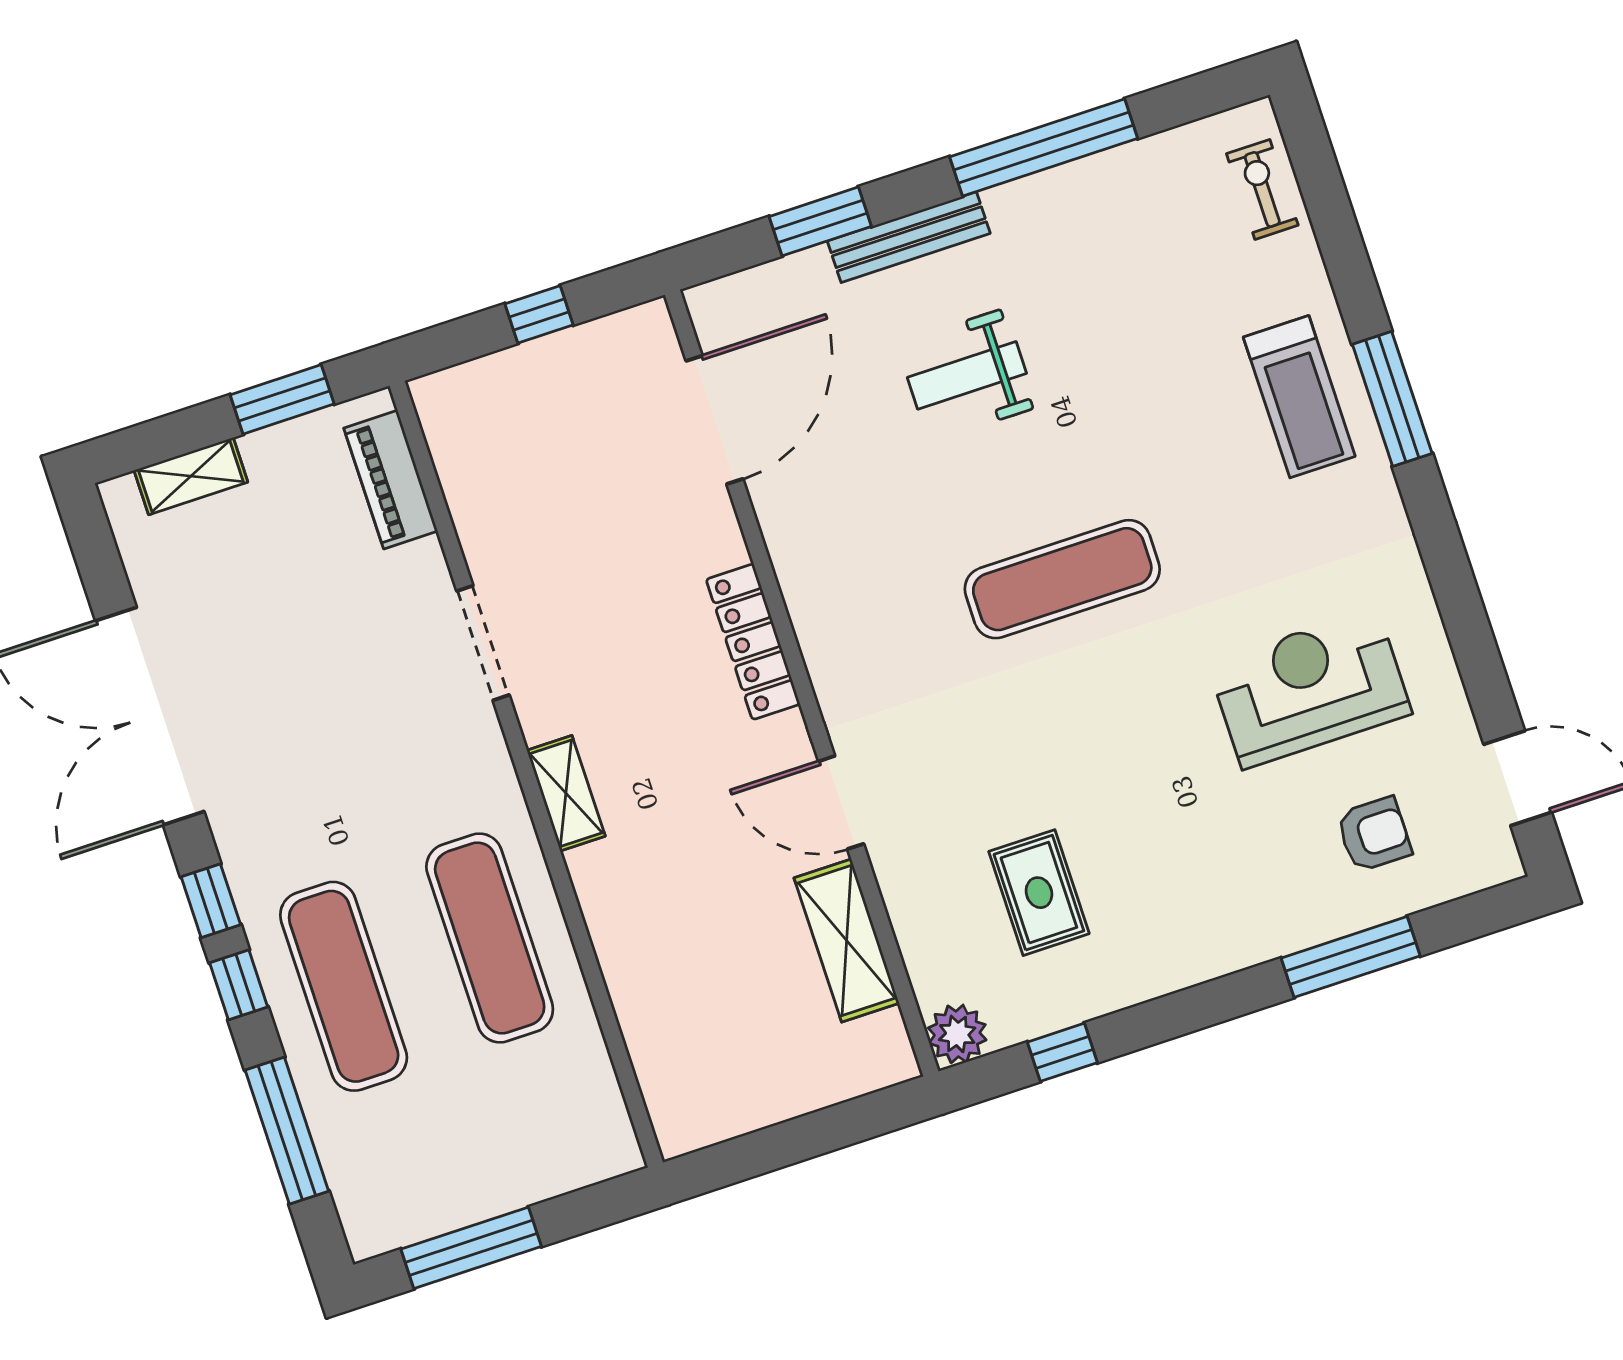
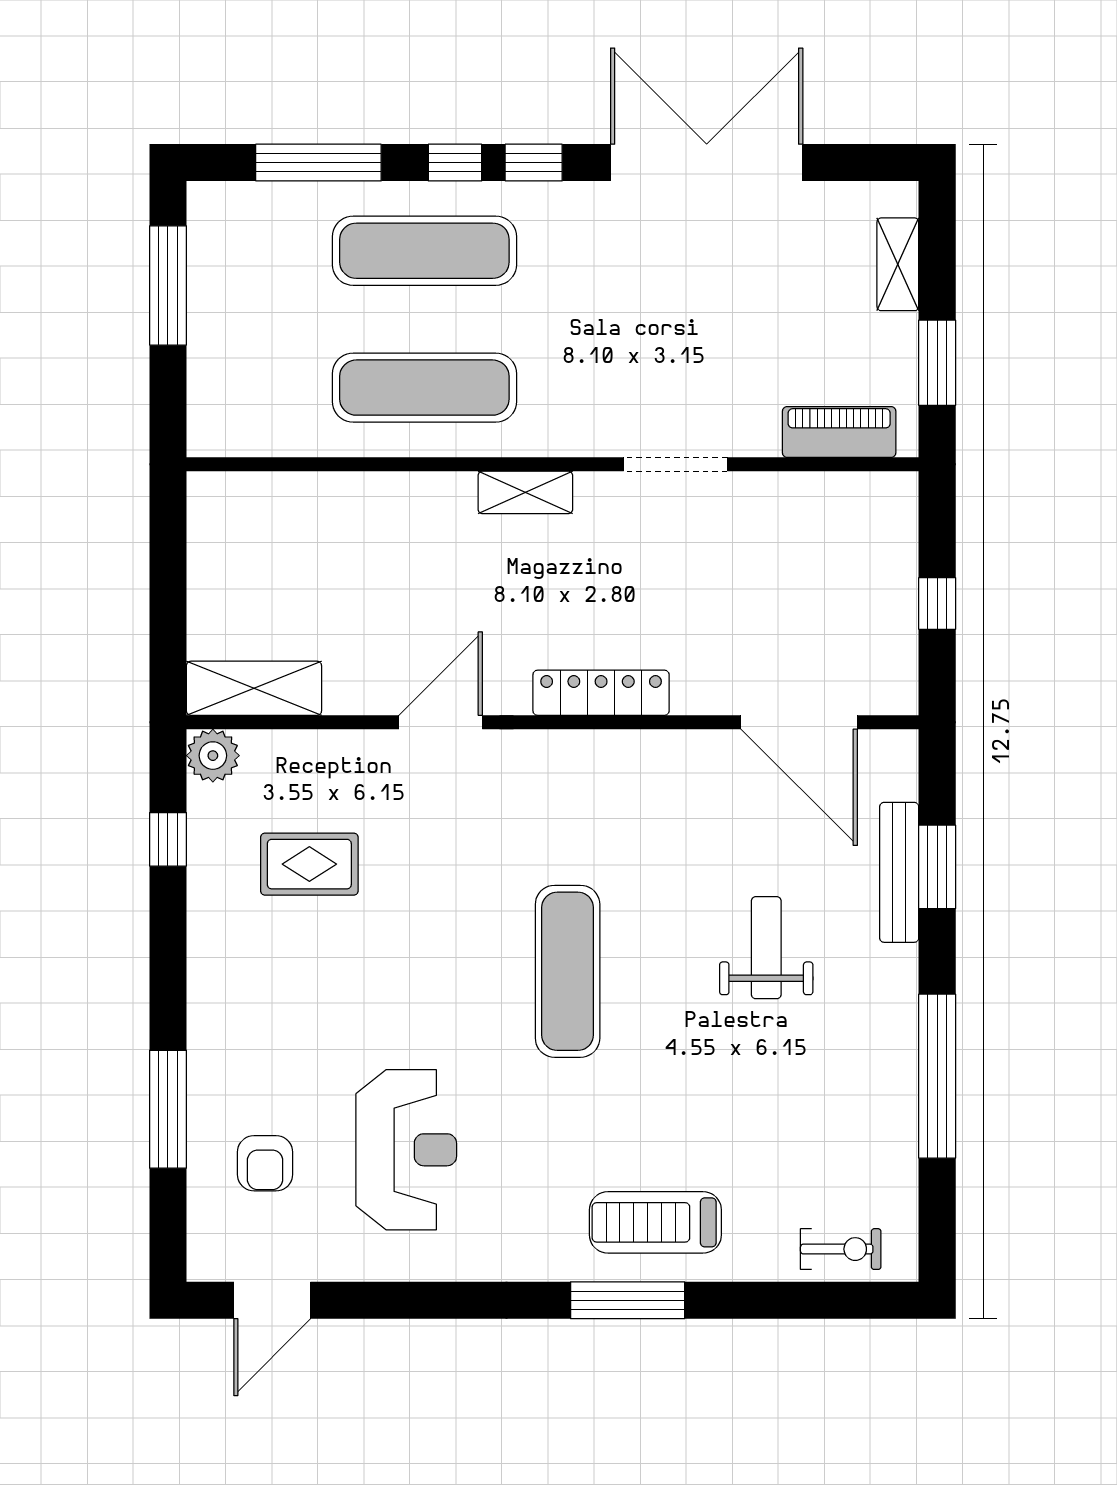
bench: (909, 237) -> (899, 872), moved
shelving: (847, 941) -> (254, 688), moved

